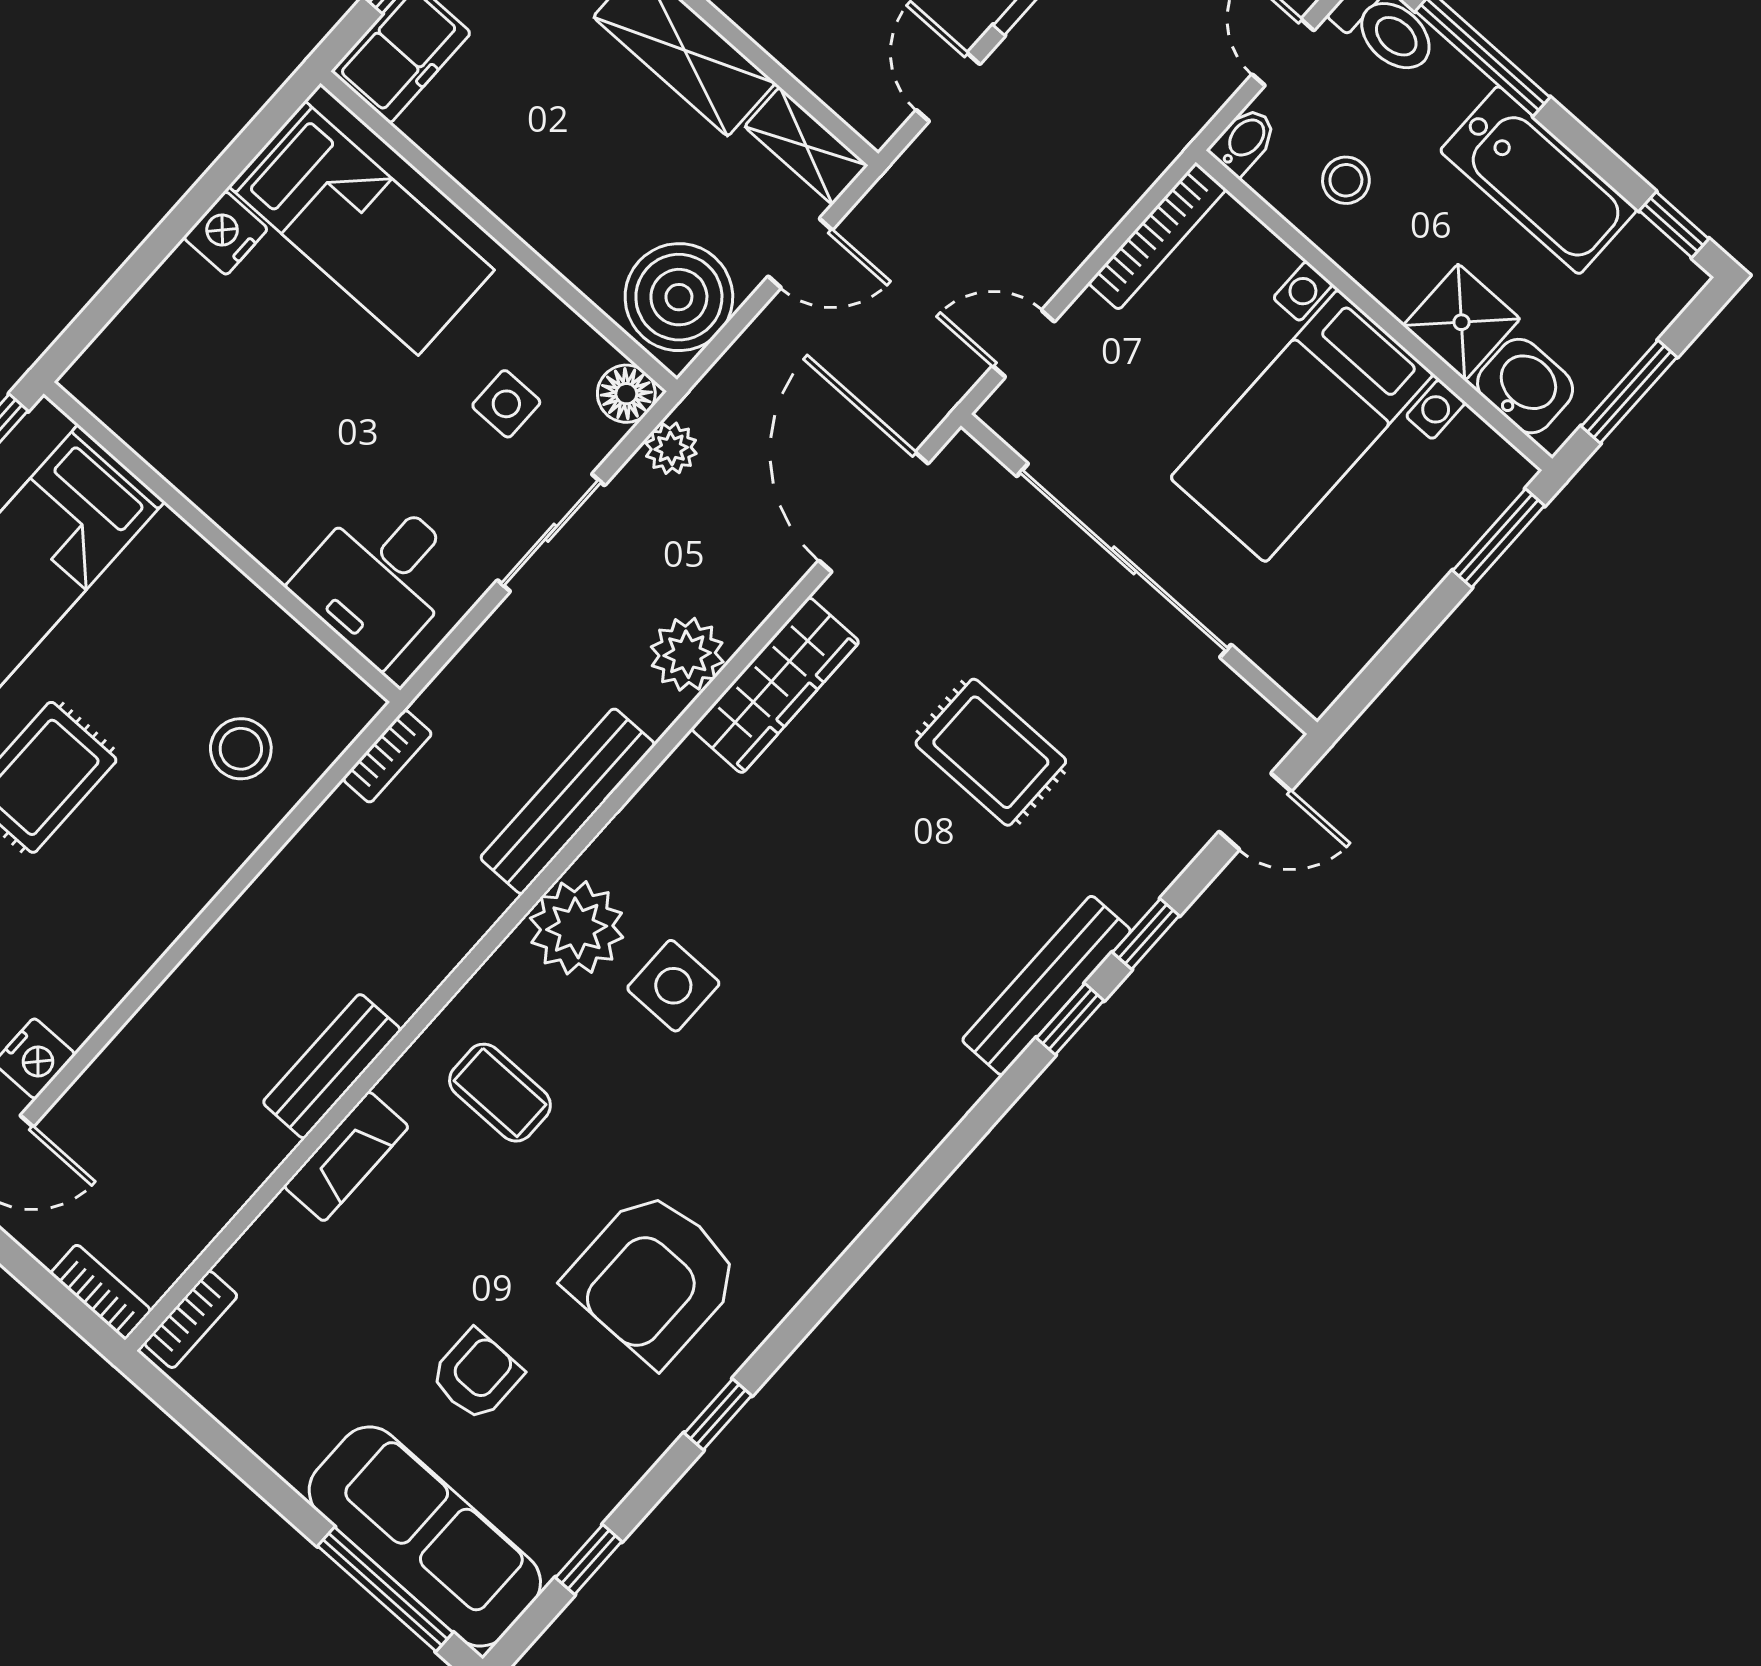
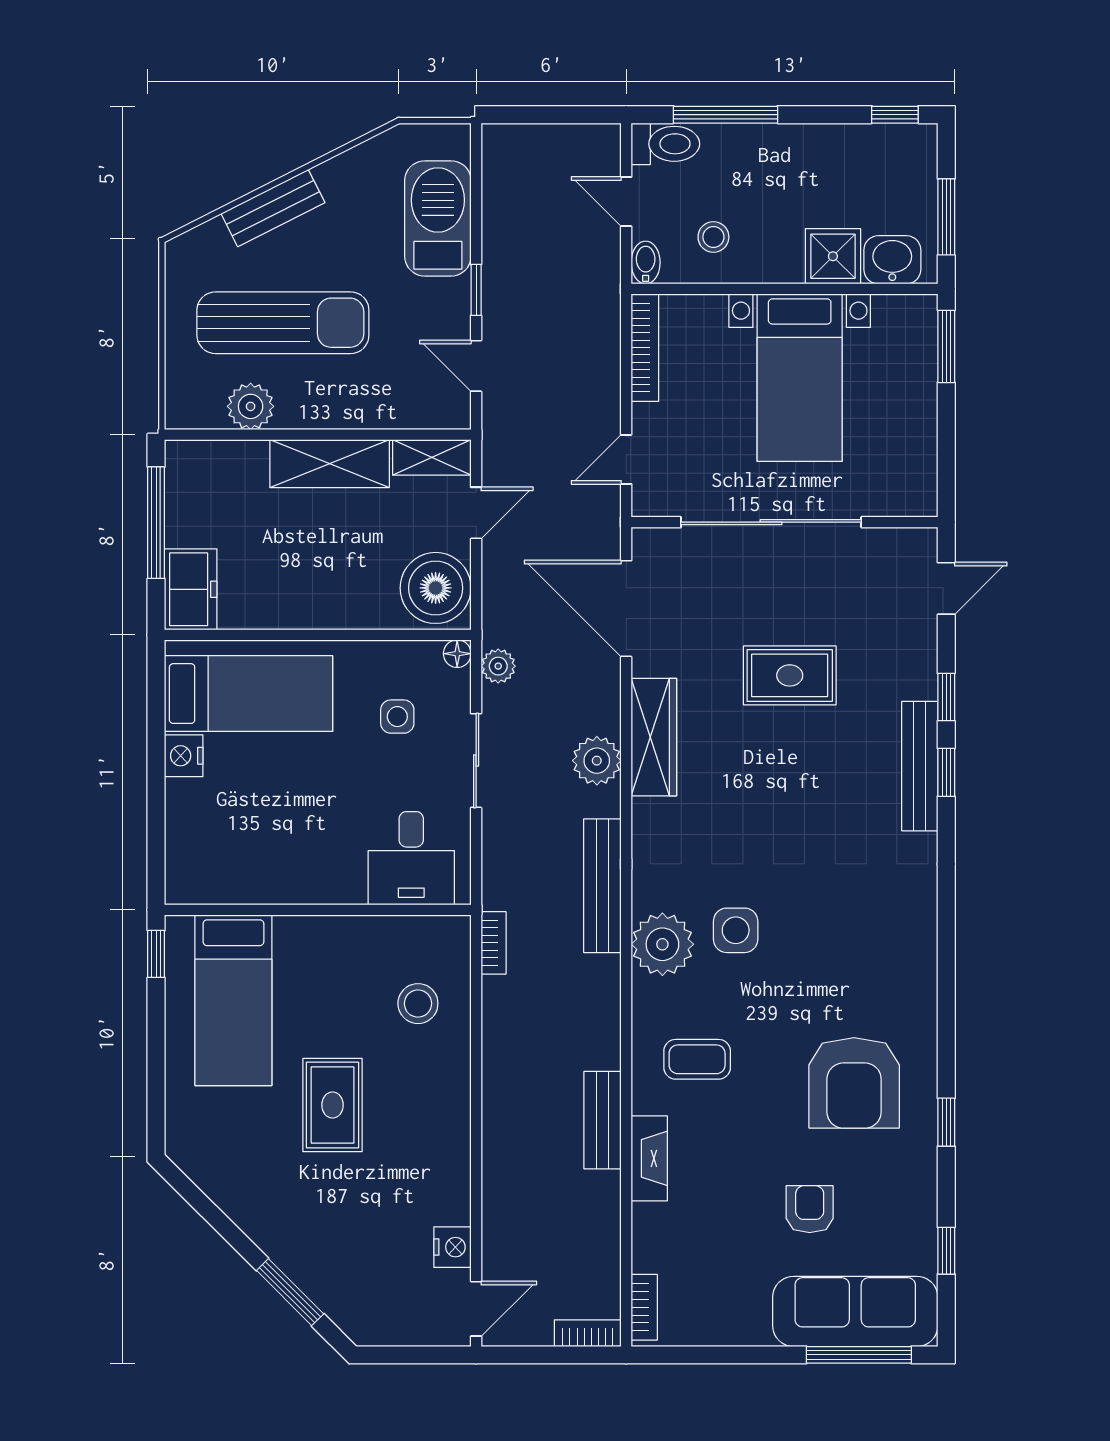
bathtub: (1539, 180) -> (808, 152), removed
floor lamp: (626, 394) -> (457, 654), width x0.73, depth x0.73

